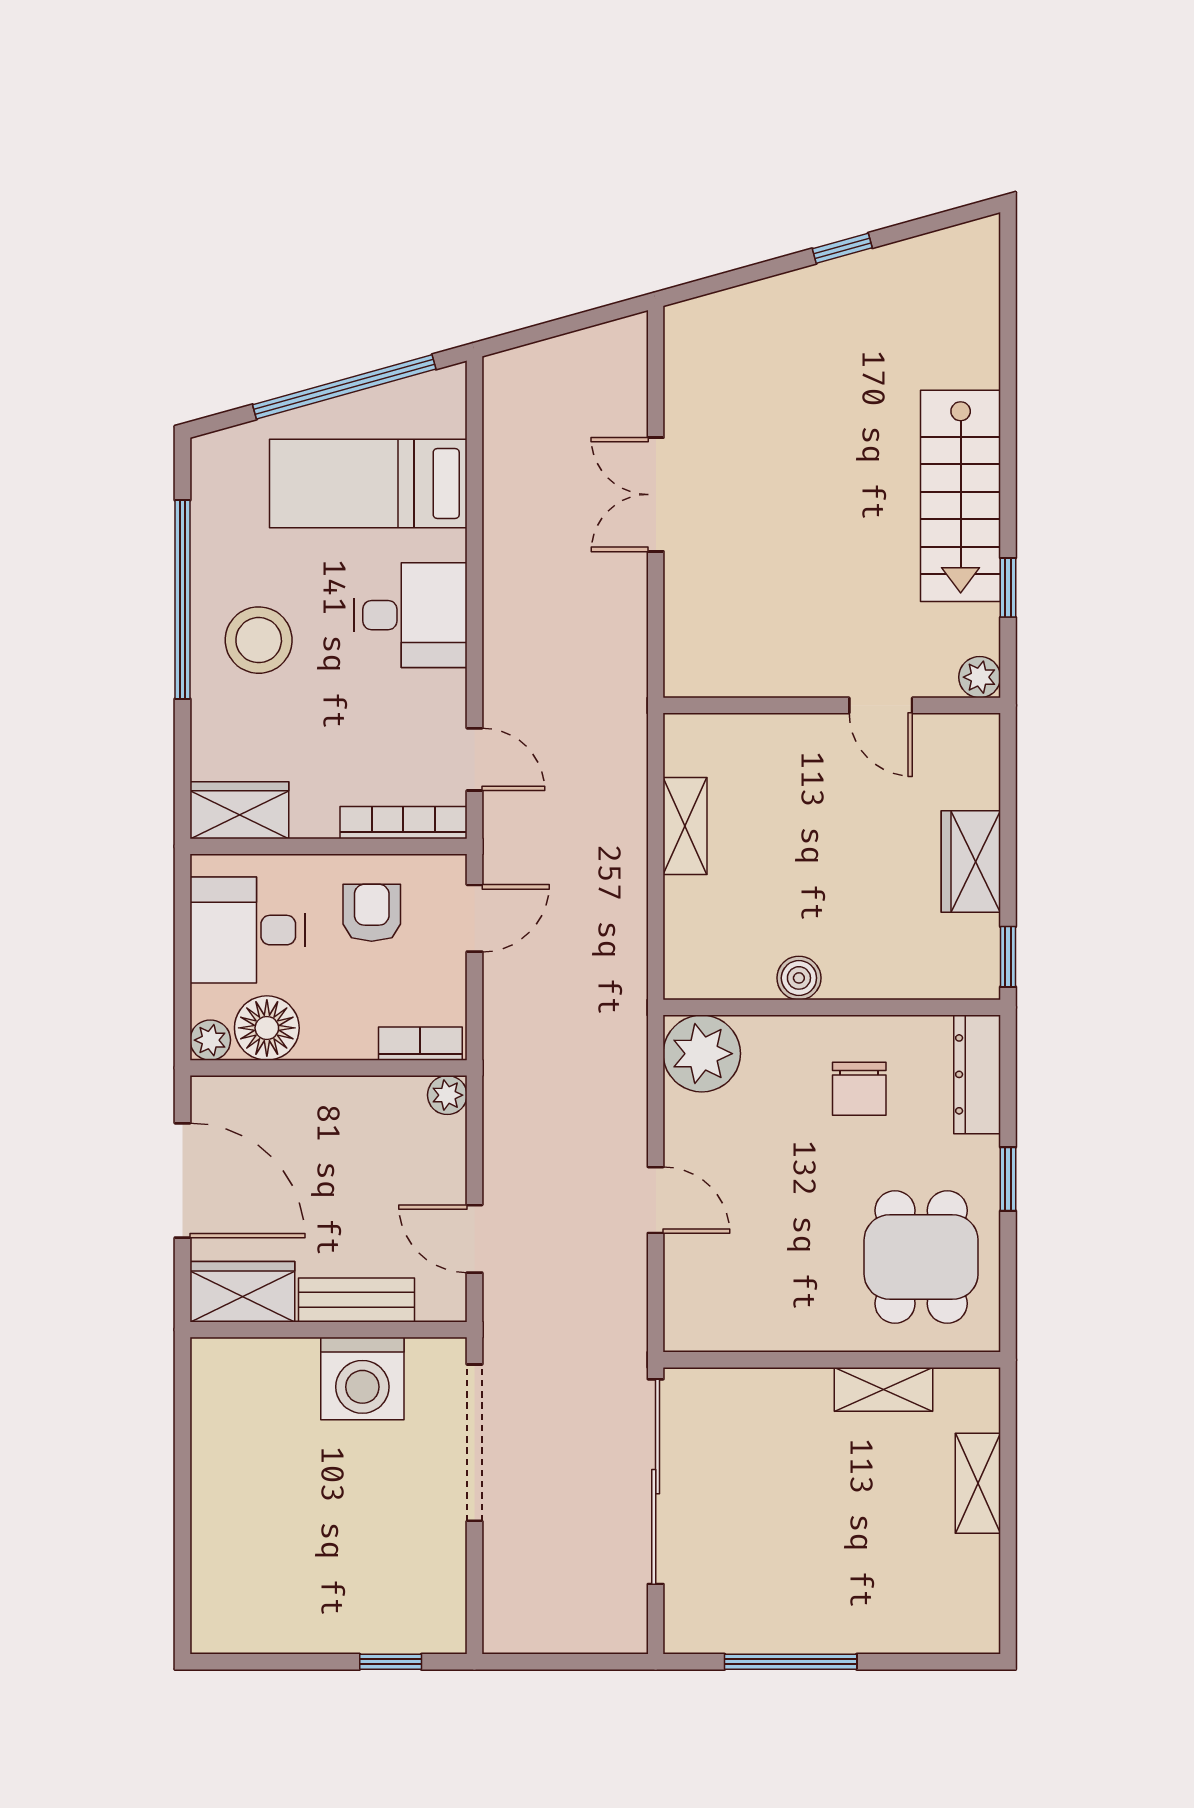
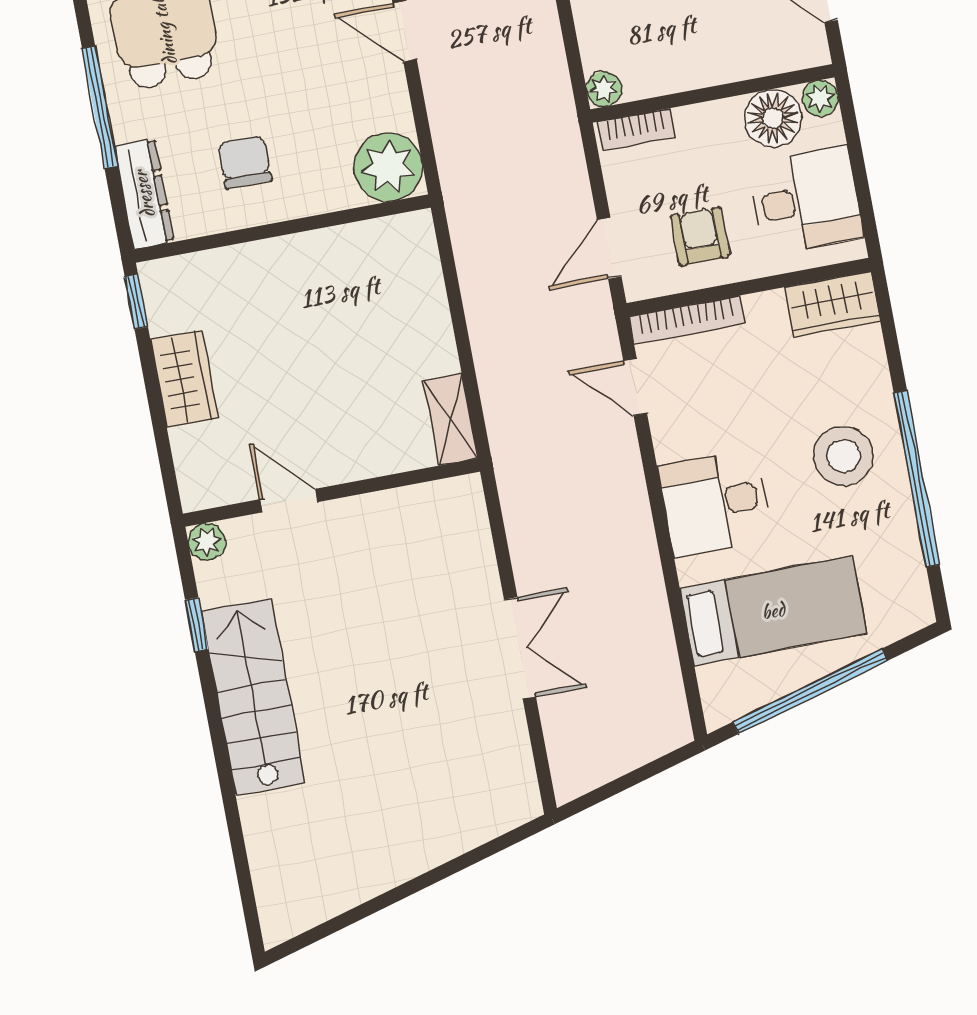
window: (842, 248) -> (397, 894), removed
shelving: (685, 826) -> (451, 420), moved
armchair: (372, 913) -> (700, 236), turned 180
boiler: (799, 978) -> (316, 249), removed
window: (1008, 1179) -> (100, 107), width x2.17

